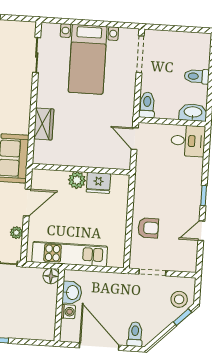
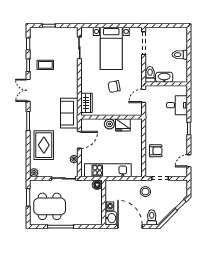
washbasin: (193, 112) -> (164, 77), moved
chair: (88, 121) -> (114, 87), added
wardrobe: (44, 124) -> (87, 103), moved
door: (135, 139) -> (144, 96), hinge flipped
desk: (188, 141) -> (177, 105), moved
door: (201, 231) -> (189, 161), moved
washbasin: (72, 293) -> (111, 218), moved
stool: (179, 299) -> (145, 192), moved

